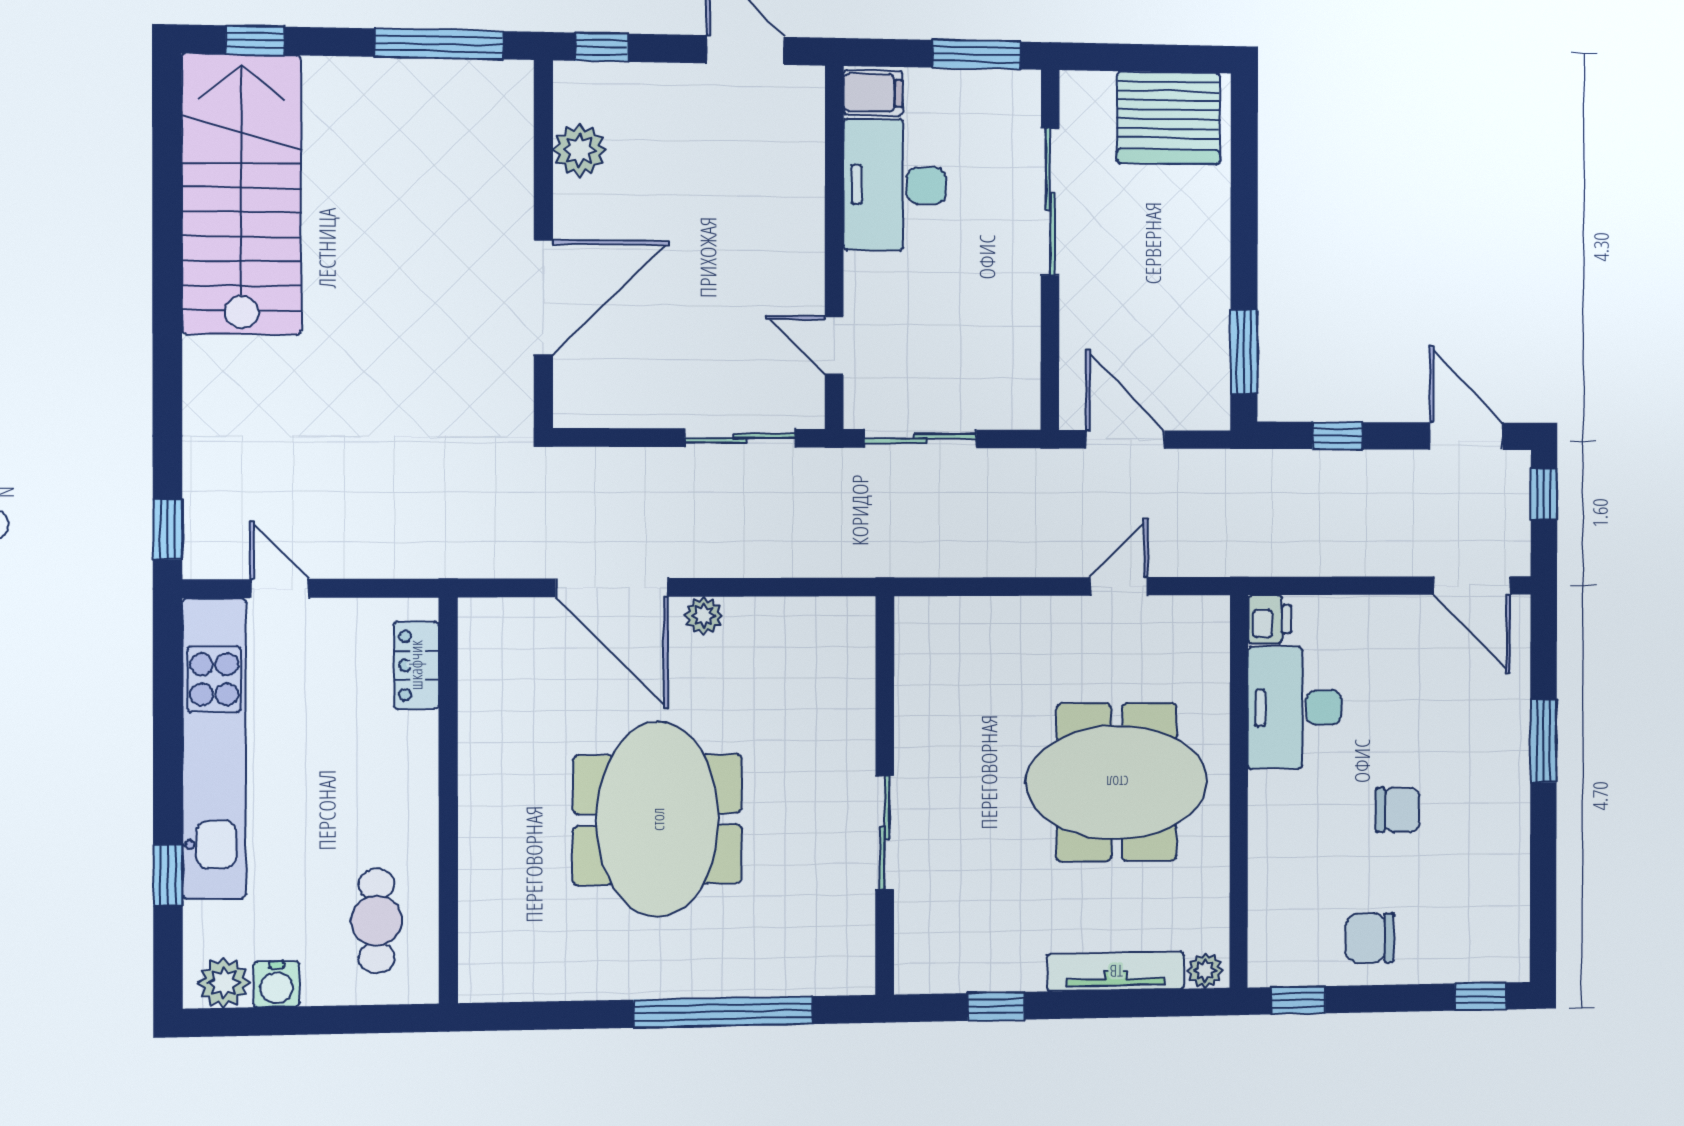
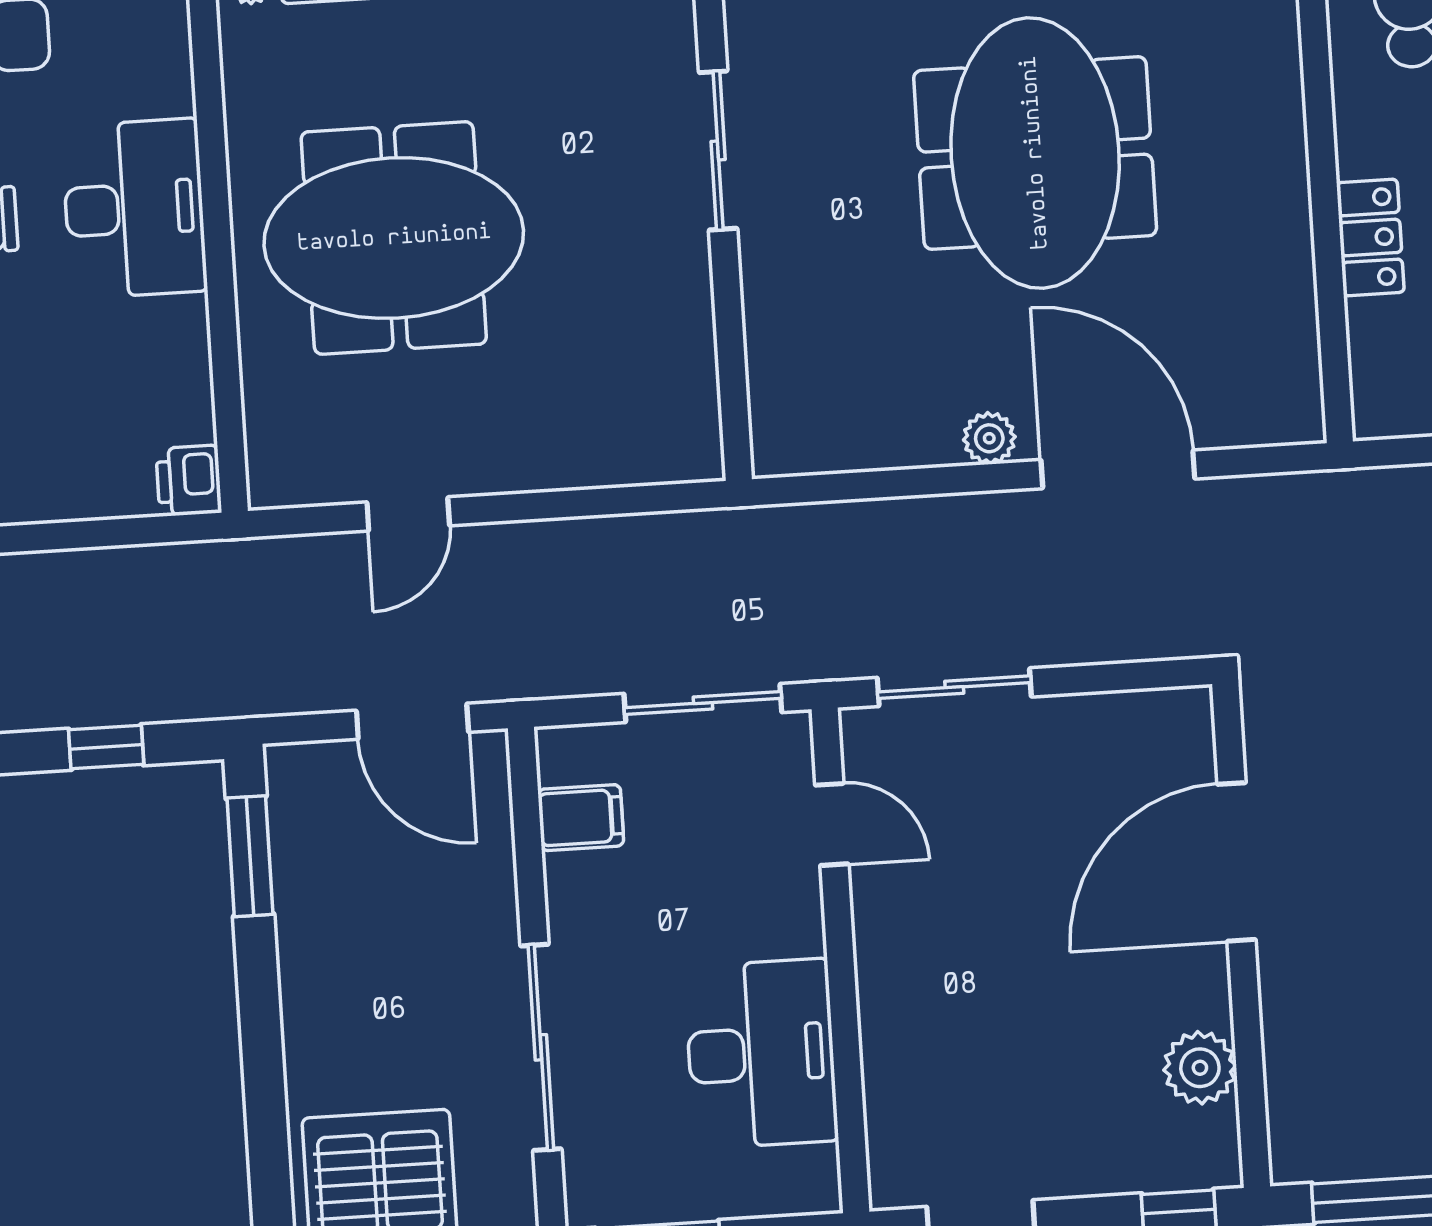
filing cabinet: (873, 93) -> (581, 818), moved, turned 180
locker: (416, 665) -> (1370, 237), moved
desk: (1295, 708) -> (134, 208), moved

